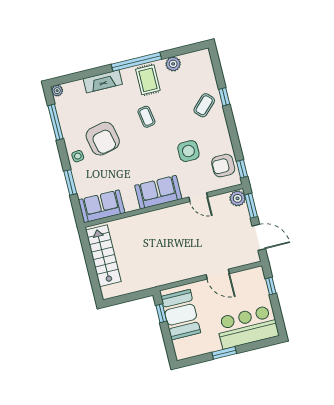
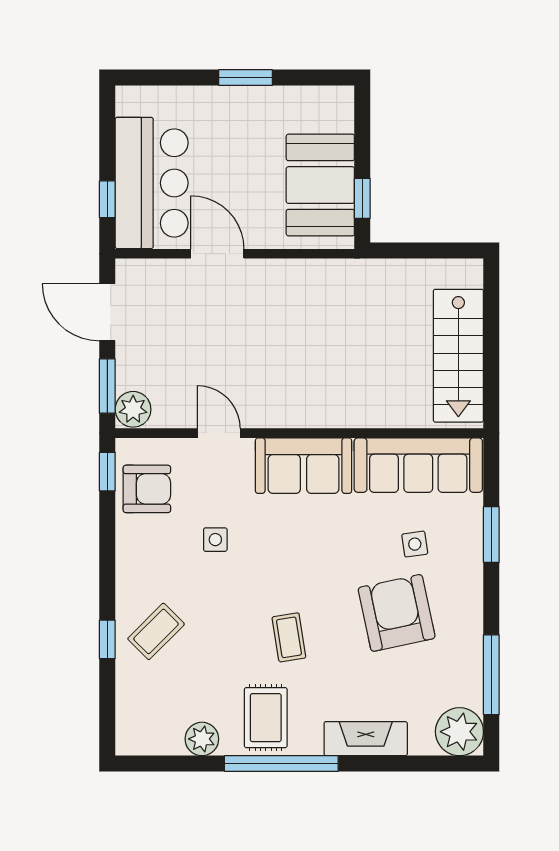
plant: (57, 91) -> (459, 732), width x1.87, depth x1.87
side table: (188, 151) -> (215, 540), width x0.54, depth x0.54
side table: (78, 156) -> (415, 544), moved
sofa: (102, 206) -> (418, 465), width x1.36
bar counter: (247, 327) -> (152, 183), moved, turned -90

